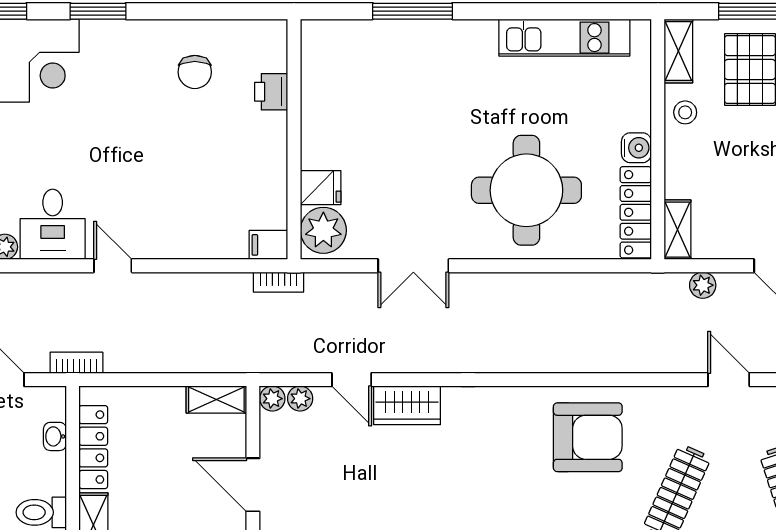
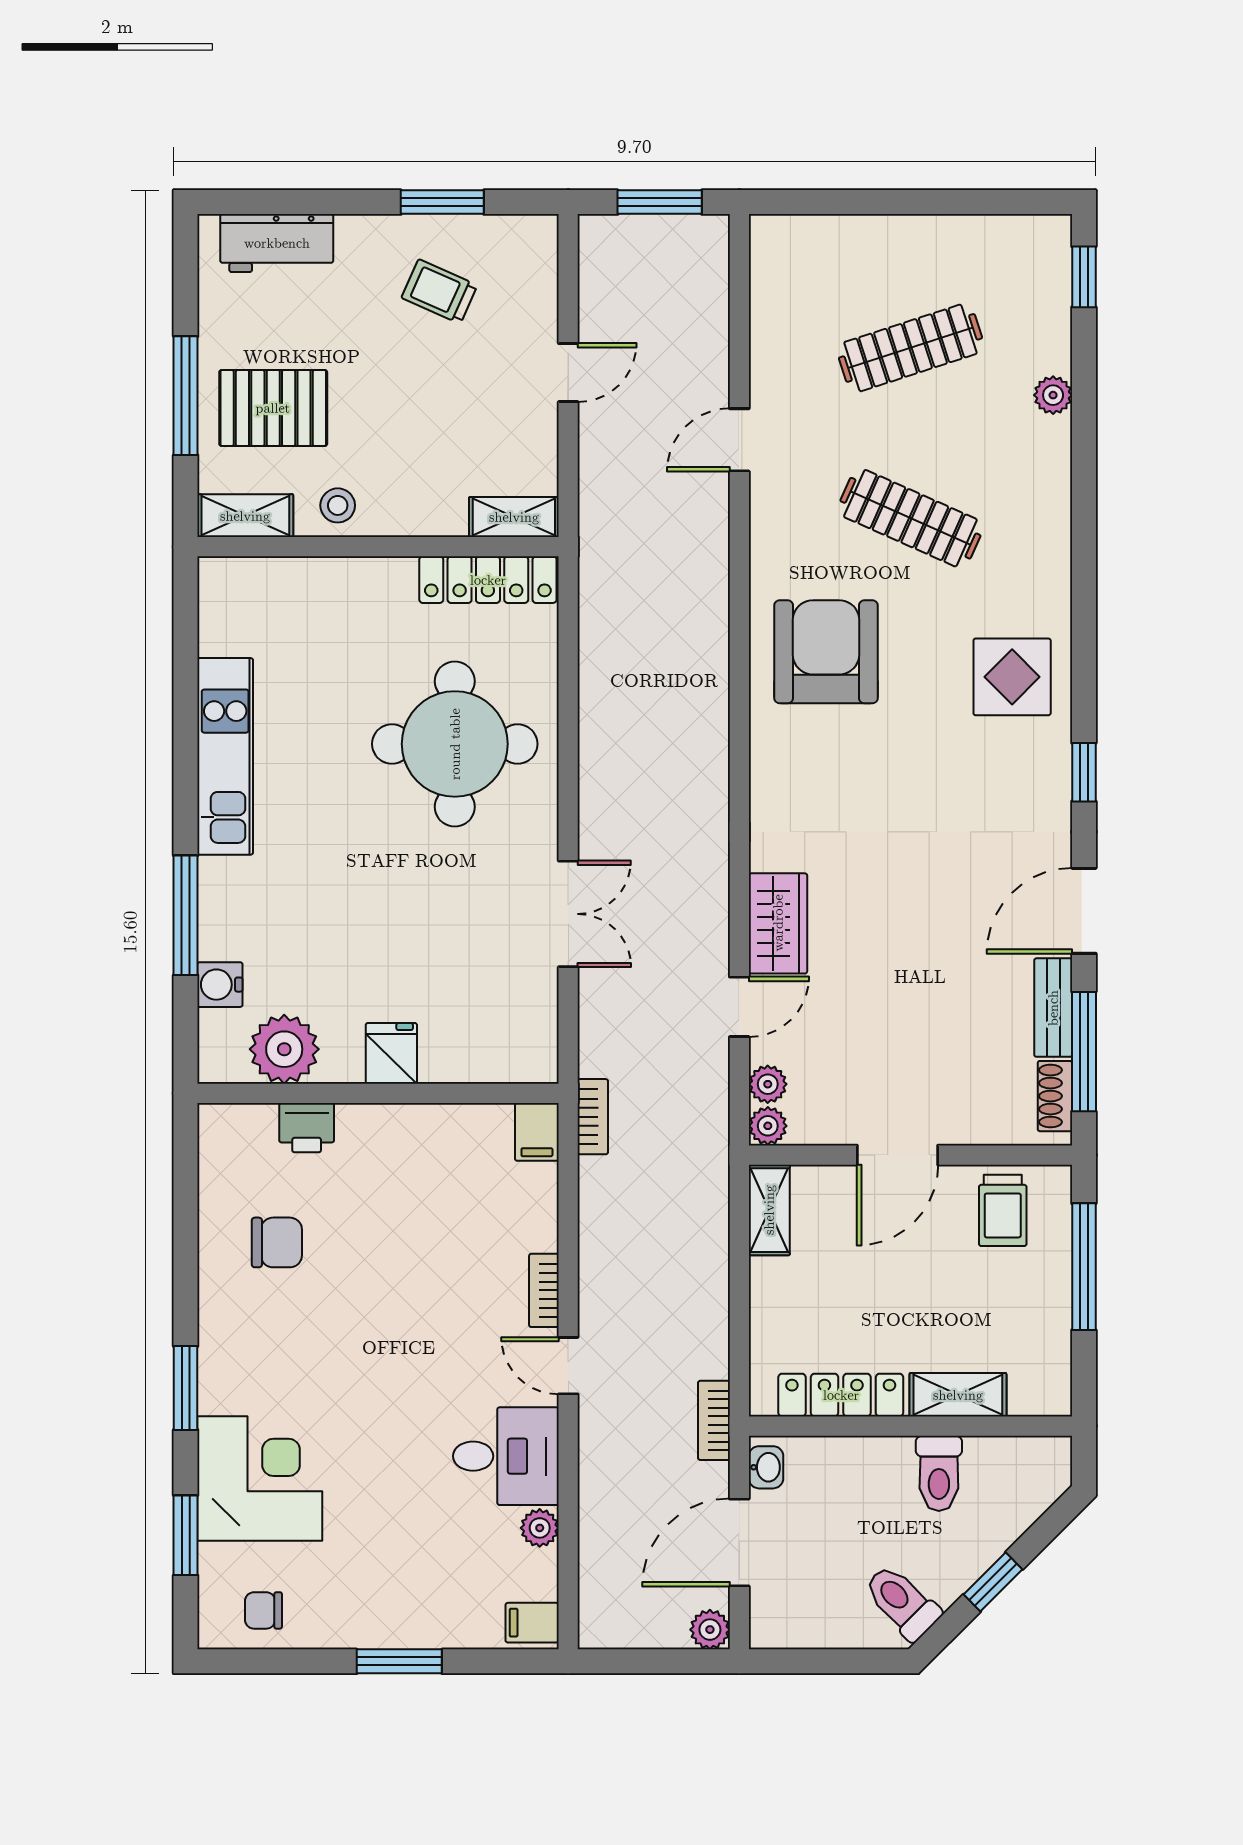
kitchen unit: (564, 38) -> (225, 756), moved
water cooler: (636, 148) -> (220, 985), moved, turned -90
fridge: (321, 188) -> (391, 1053), moved
plant: (323, 230) -> (284, 1049), moved
bookcase: (163, 250) -> (544, 1290), added
door: (113, 266) -> (568, 1366), hinge flipped
plant: (703, 285) -> (597, 479), removed
washbasin: (55, 436) -> (766, 1467), moved, turned -90

